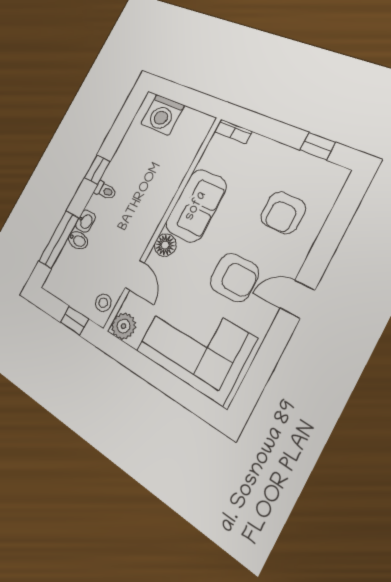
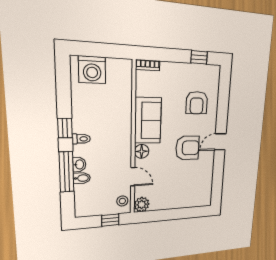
window: (59, 240) -> (67, 172), moved
corner sofa: (195, 345) -> (184, 189), removed

